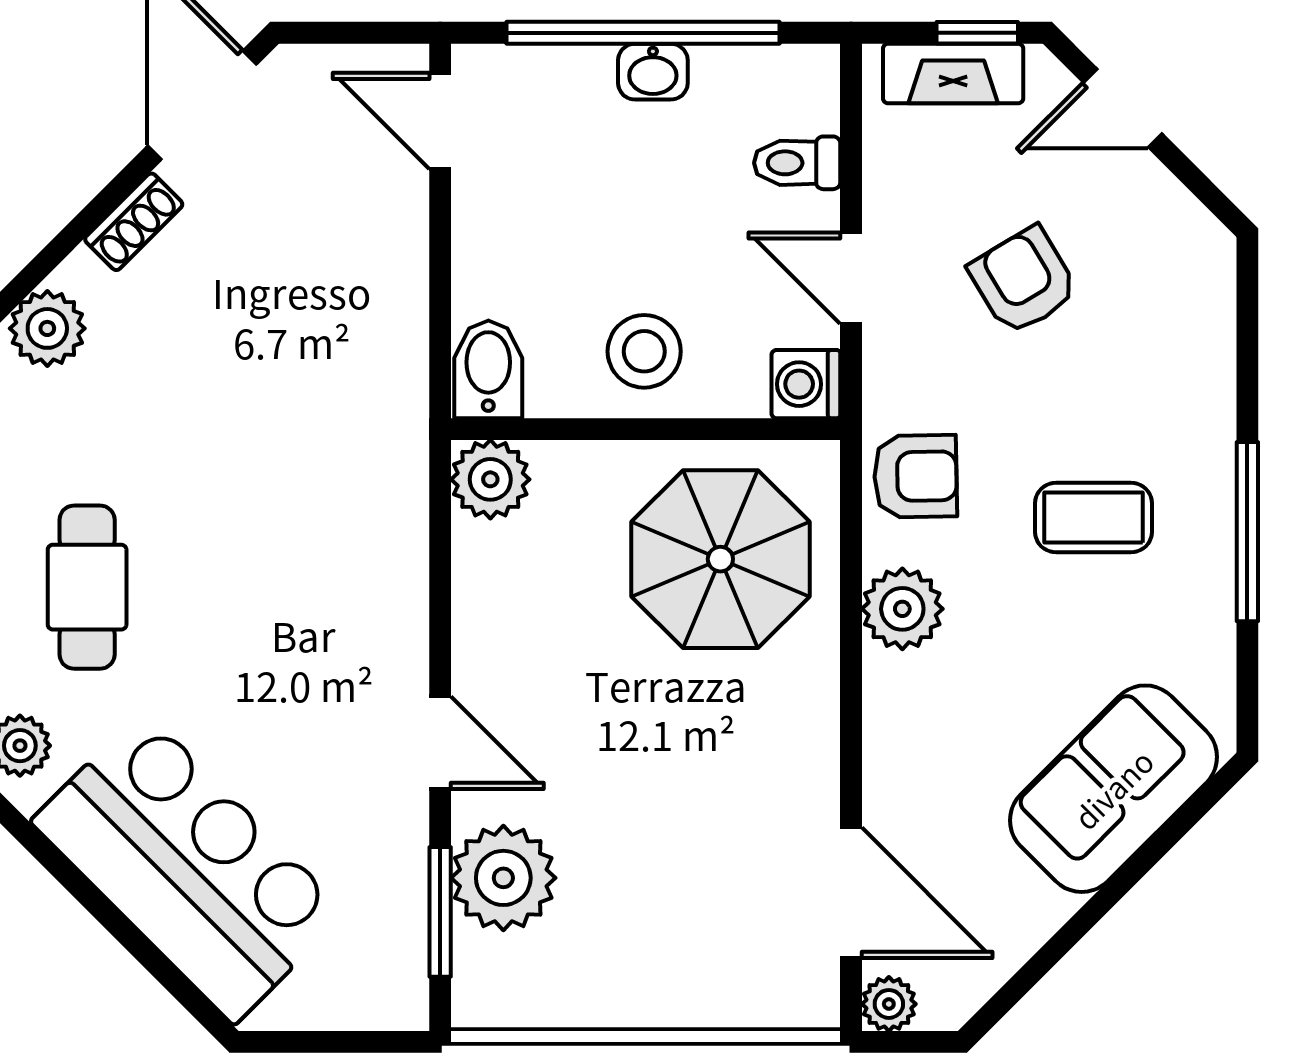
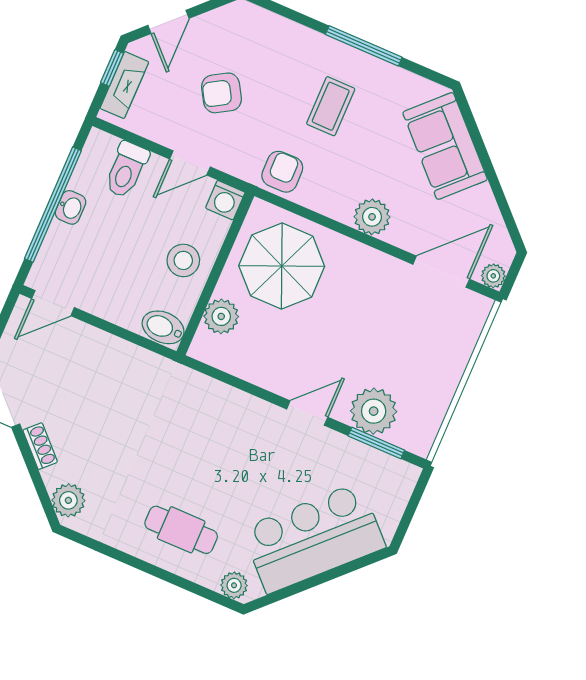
toilet: (797, 163) -> (126, 170), width x1.37, depth x1.39
plant: (490, 479) -> (221, 316), moved
plant: (902, 609) -> (372, 217), moved

